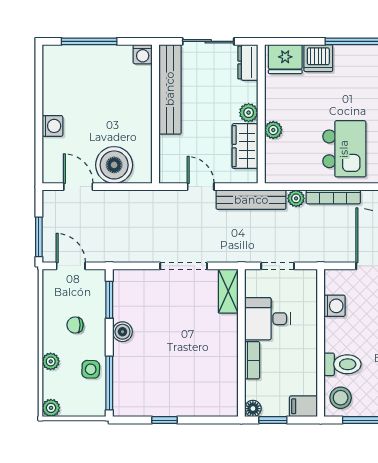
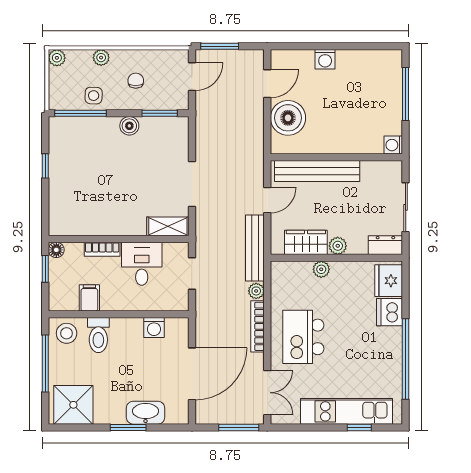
bench: (170, 89) -> (317, 171), moved
kitchen island: (344, 149) -> (303, 337), turned 90
filing cabinet: (303, 406) -> (89, 298), moved

